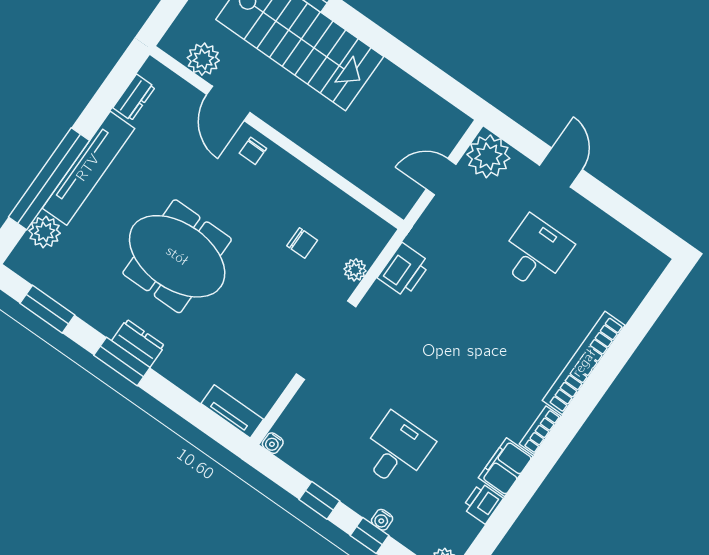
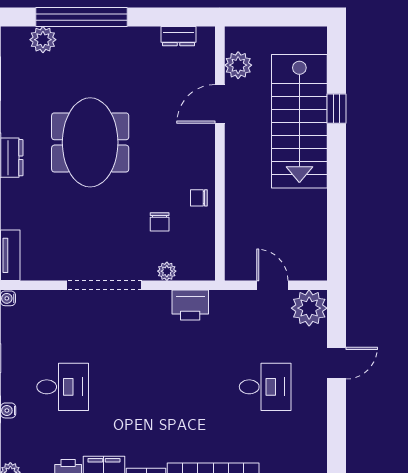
chair: (253, 151) -> (199, 198), moved
tv unit: (88, 168) -> (108, 39), removed

